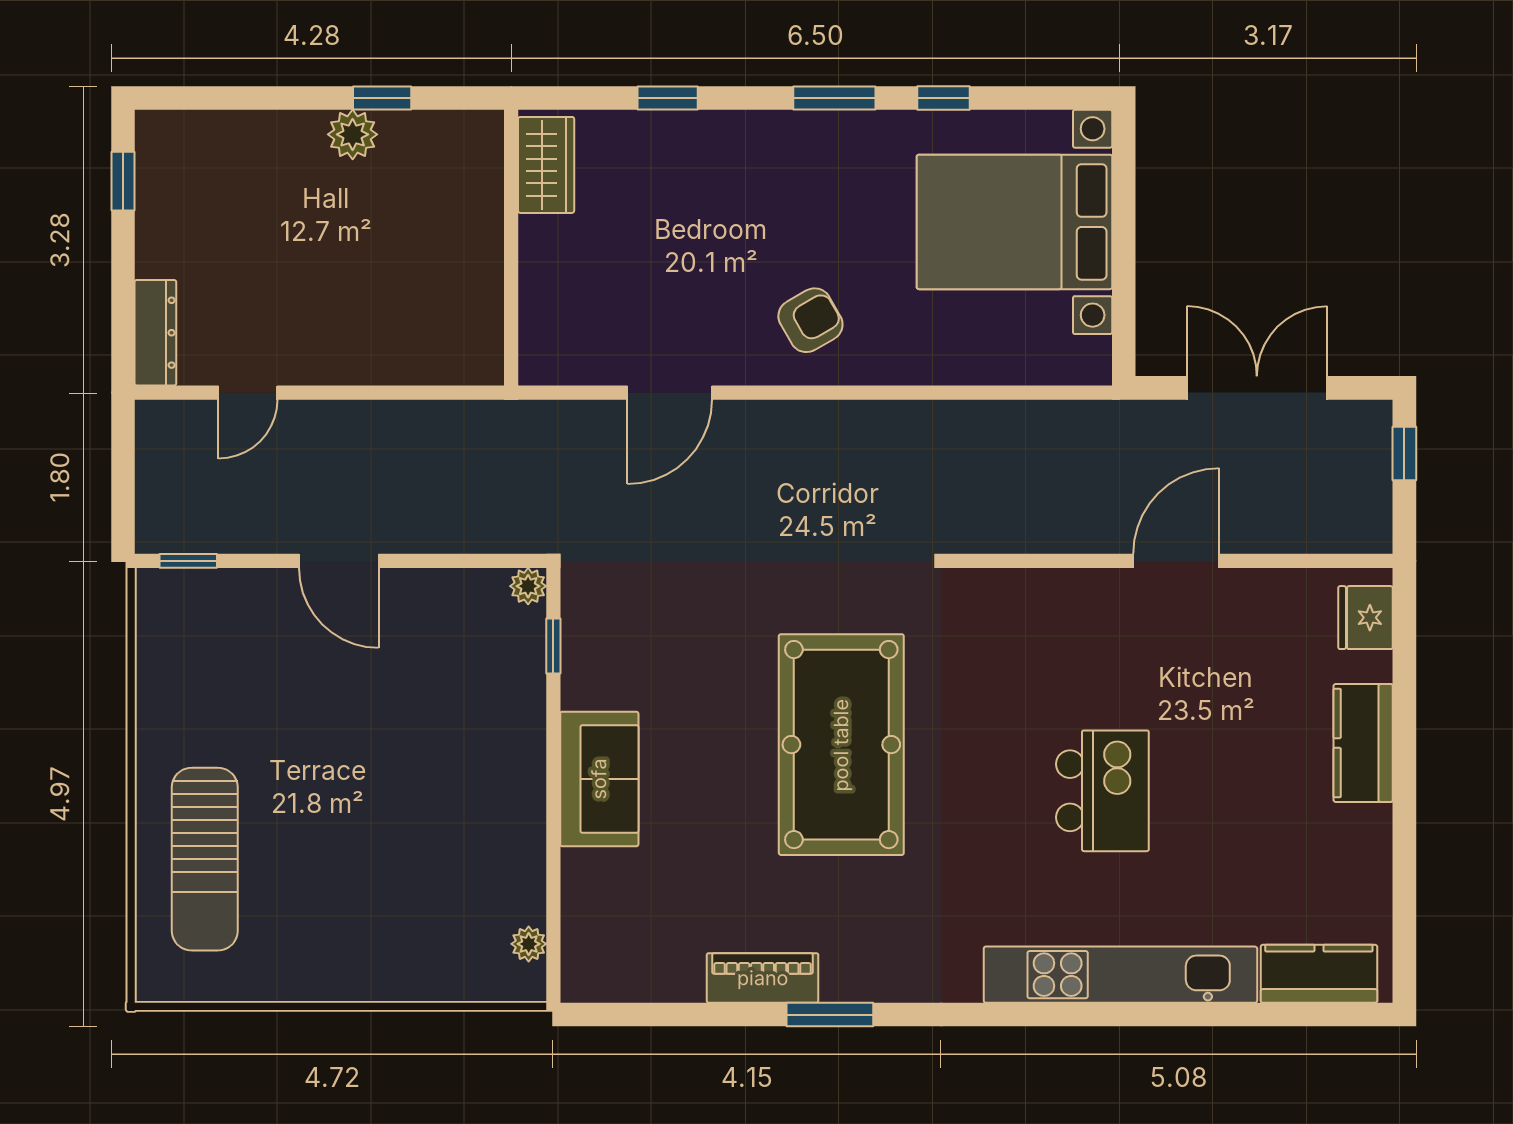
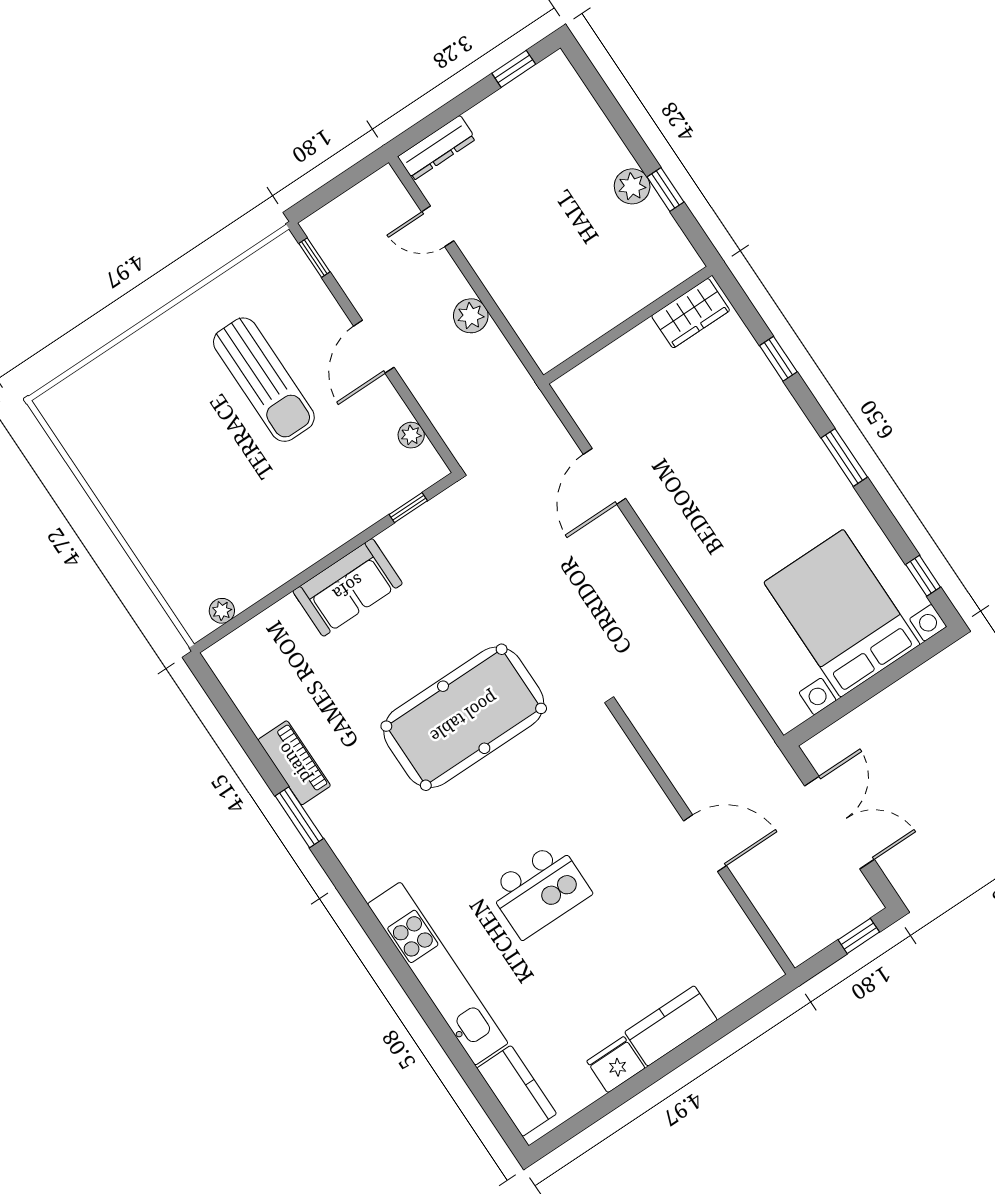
window: (944, 98) -> (923, 576), moved
armchair: (810, 320) -> (703, 531), removed
door: (670, 393) -> (604, 476), hinge flipped
plant: (378, 424) -> (471, 316), added
plant: (528, 586) -> (411, 435), moved
fridge: (1365, 618) -> (616, 1065), moved
sun lounger: (205, 859) -> (264, 380), moved, turned -90

